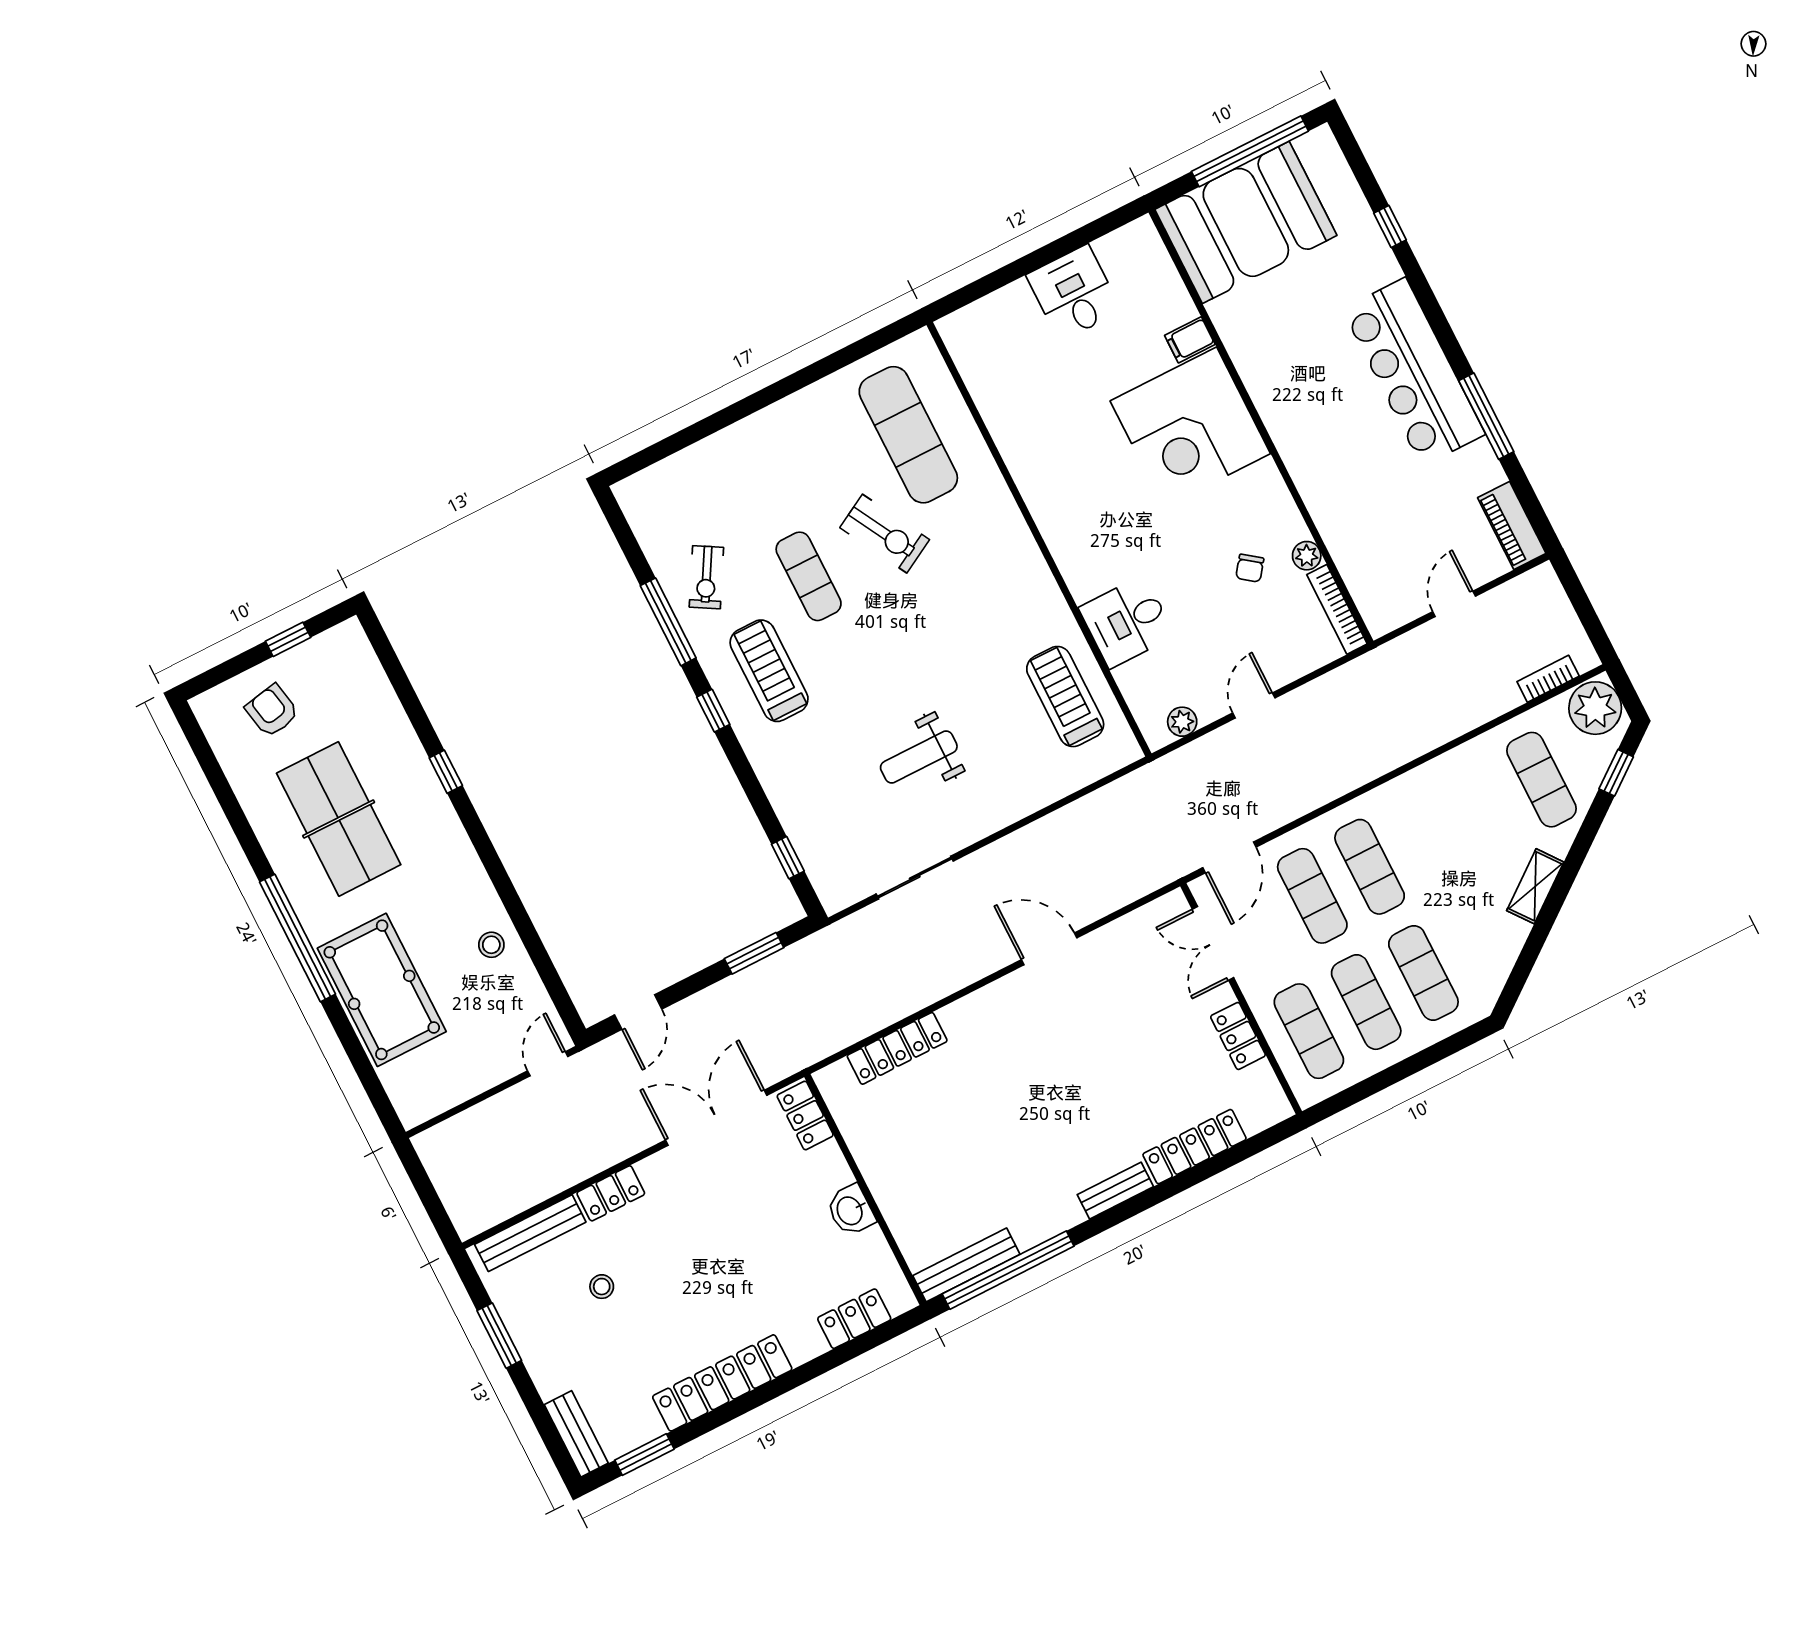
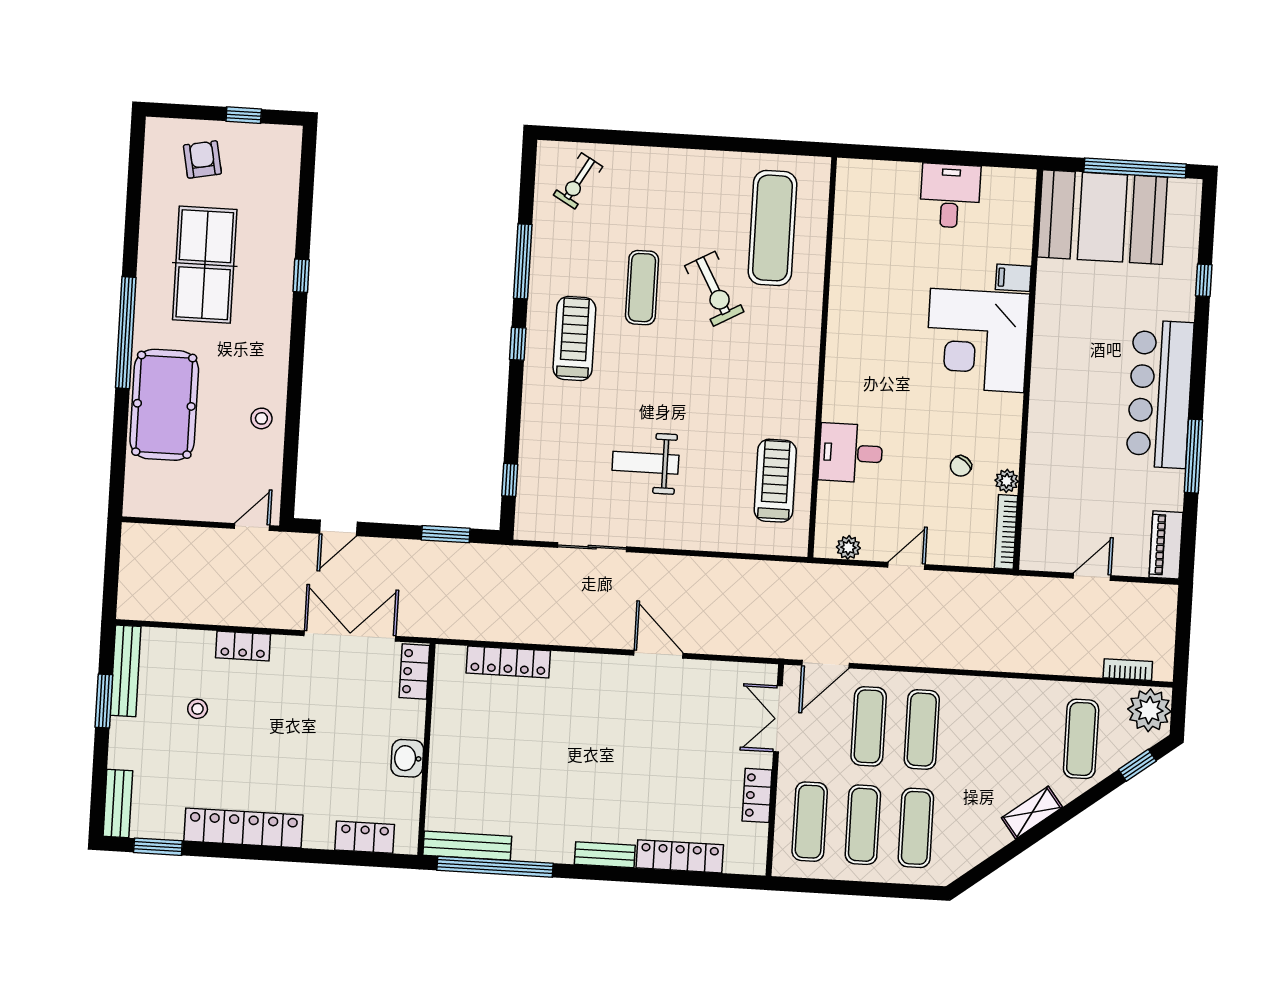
exercise bike: (706, 577) -> (578, 181), moved
bench: (530, 1233) -> (126, 671), moved, turned 90

